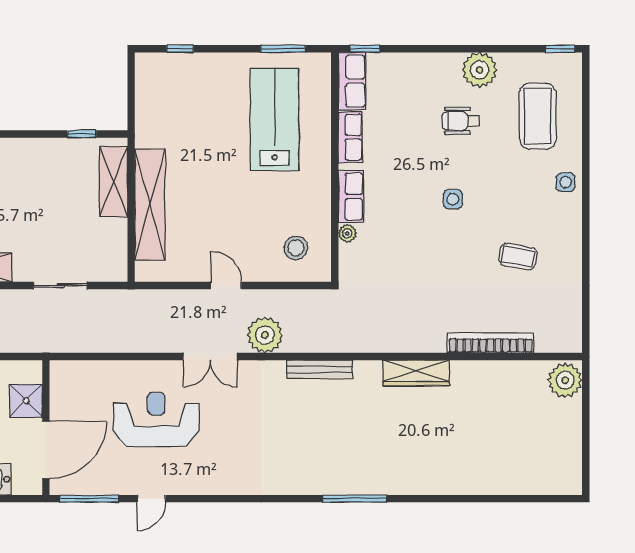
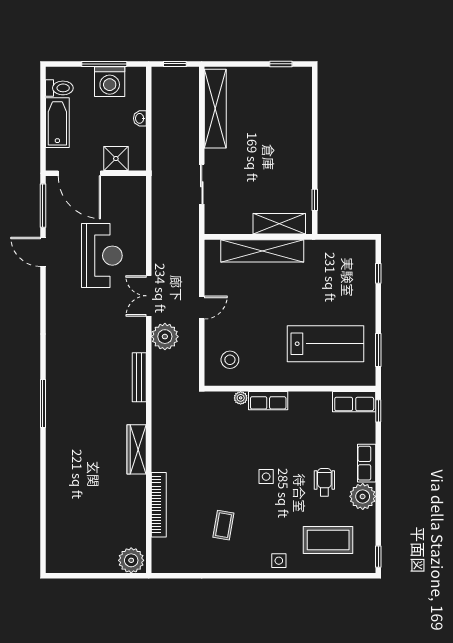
row of seats: (350, 137) -> (367, 463), moved, turned 90
door: (151, 499) -> (43, 252), width x1.38

